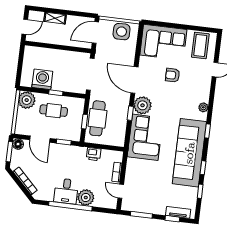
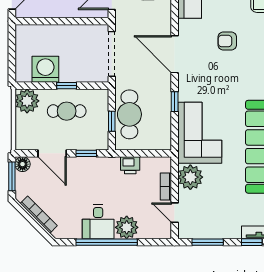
plant: (143, 105) -> (190, 177), moved

